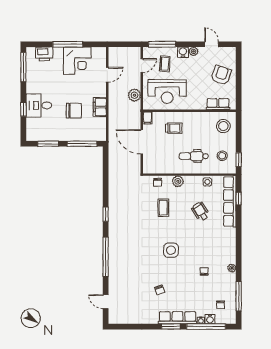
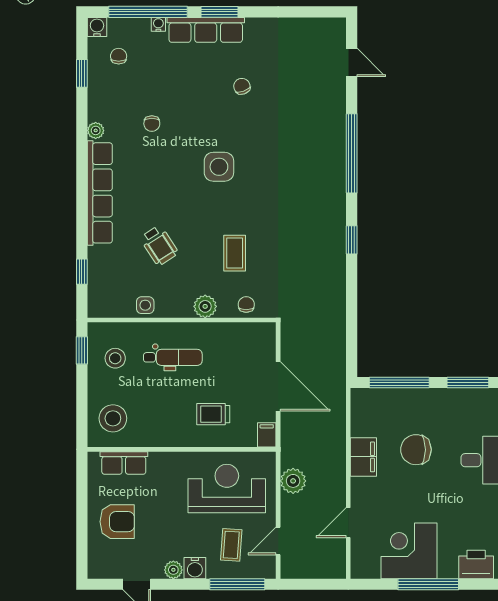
armchair: (221, 75) -> (117, 522), turned -109
row of seats: (230, 202) -> (100, 193), moved
window: (239, 296) -> (82, 73), width x0.46
water cooler: (210, 319) -> (97, 27), moved

